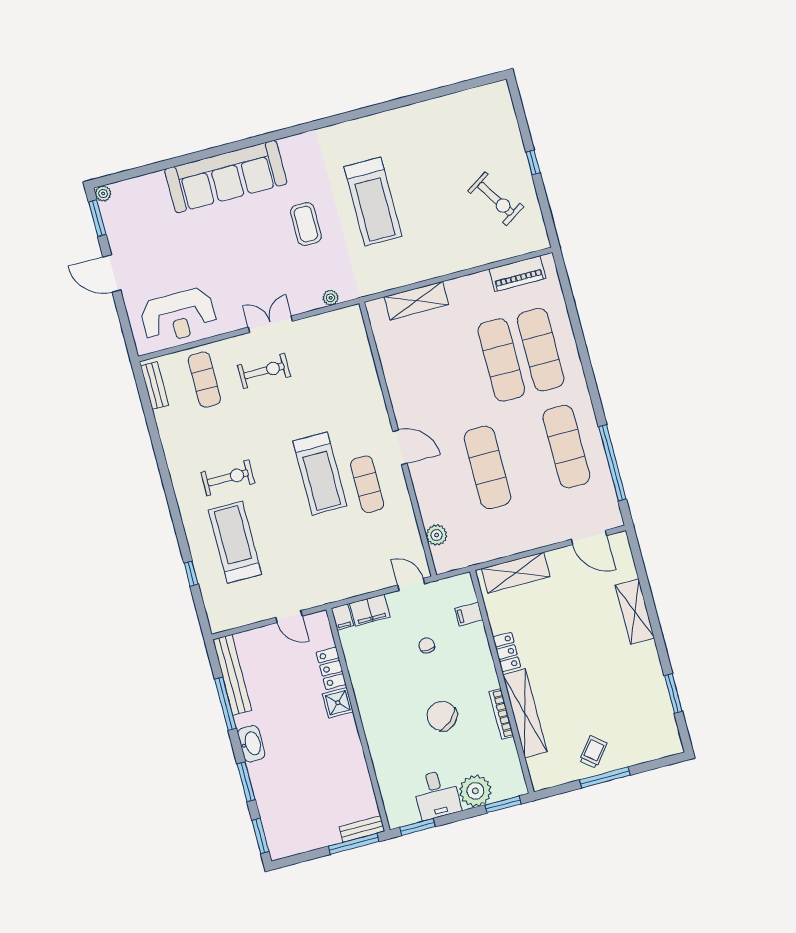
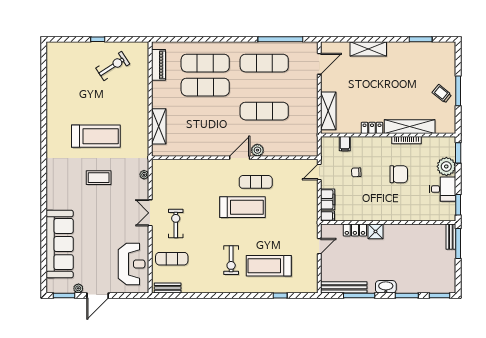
sofa: (226, 177) -> (60, 244), moved
plant: (103, 193) -> (78, 288), moved
exercise bike: (228, 478) -> (231, 260), turned 180
plant: (437, 535) -> (257, 150), moved
chair: (442, 716) -> (399, 174), turned -138

